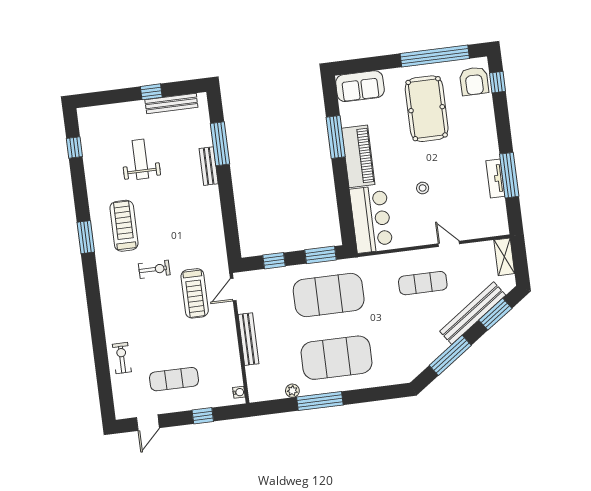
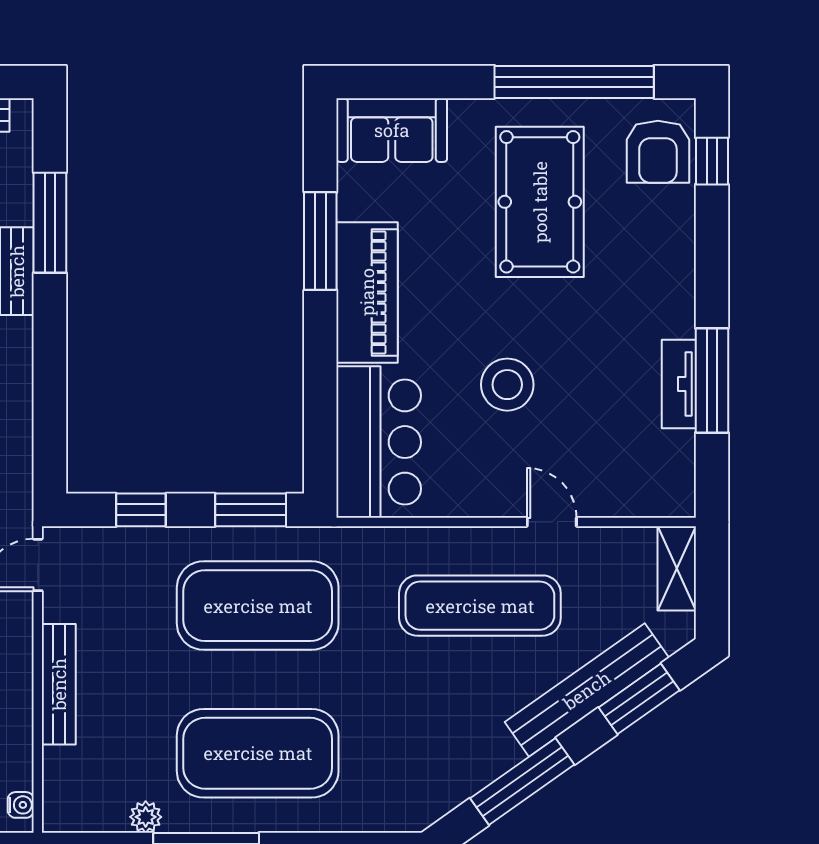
stool: (423, 188) -> (507, 385), width x1.89, depth x1.89
exercise mat: (423, 283) -> (480, 606), width x1.36, depth x1.45

